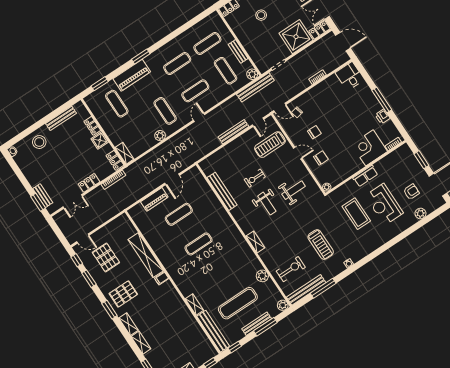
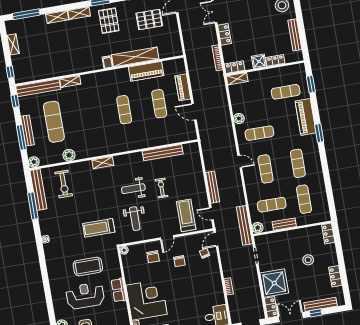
corner desk: (369, 148) -> (147, 300), width x1.36, depth x1.36
piano: (154, 239) -> (146, 71), added
treadmill: (321, 244) -> (99, 228), moved

